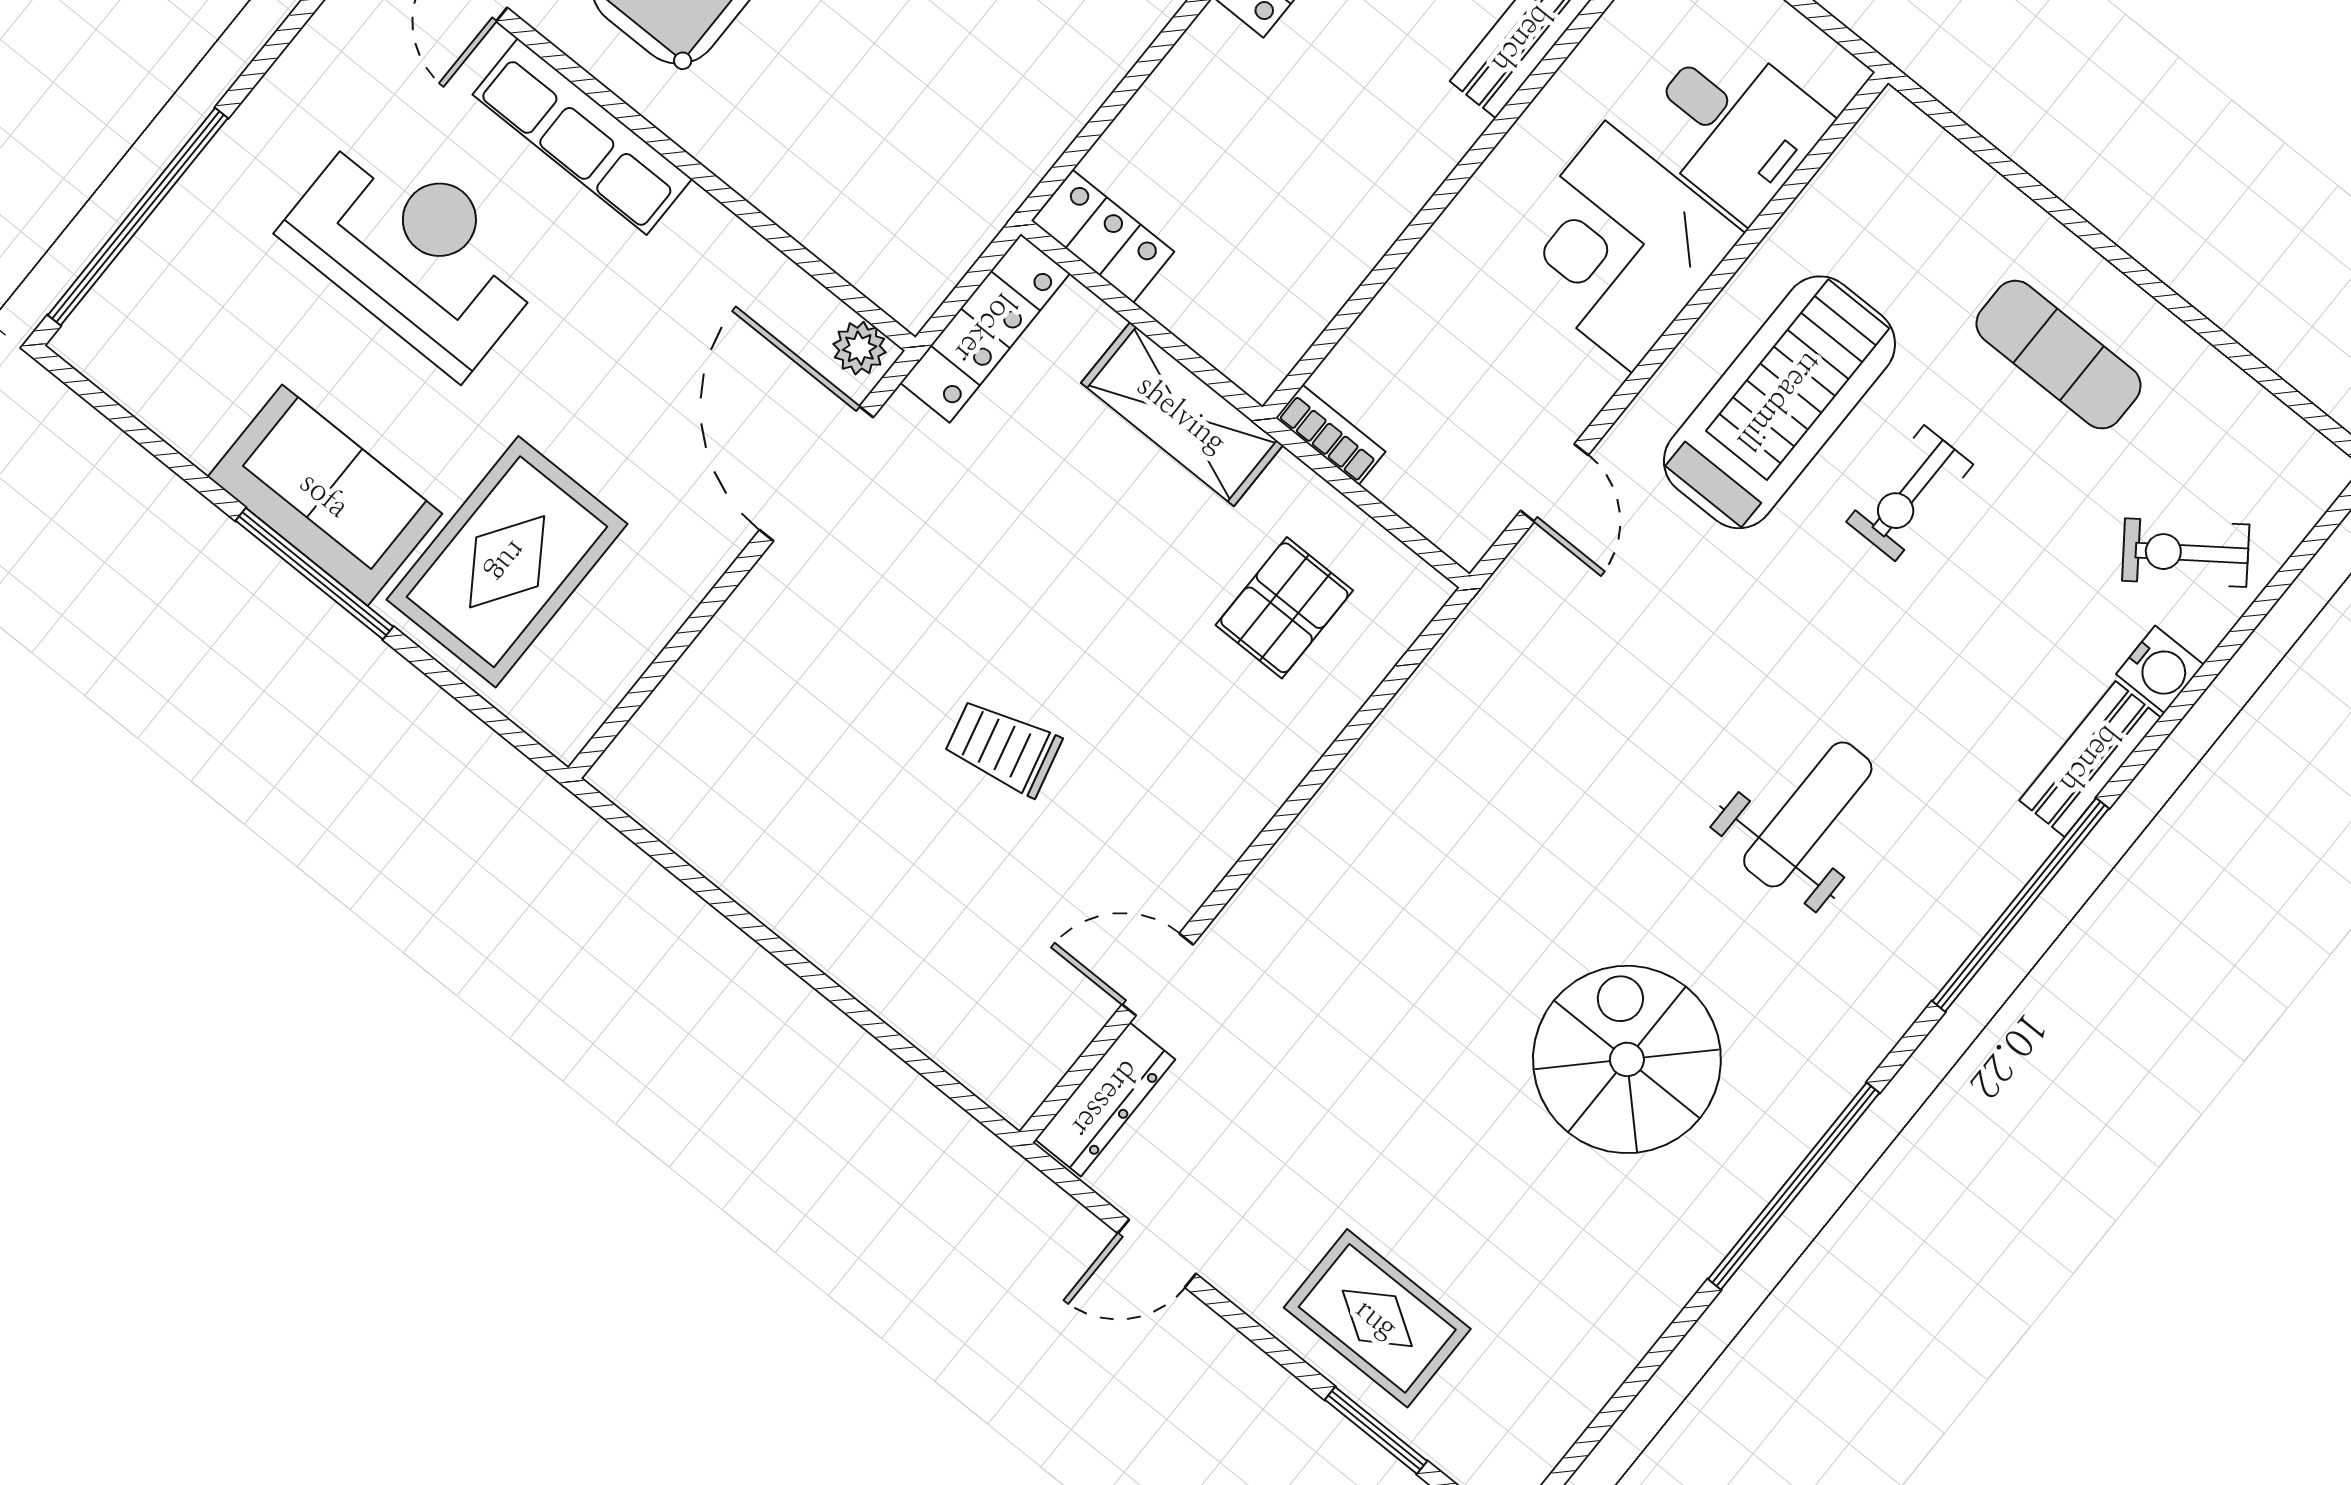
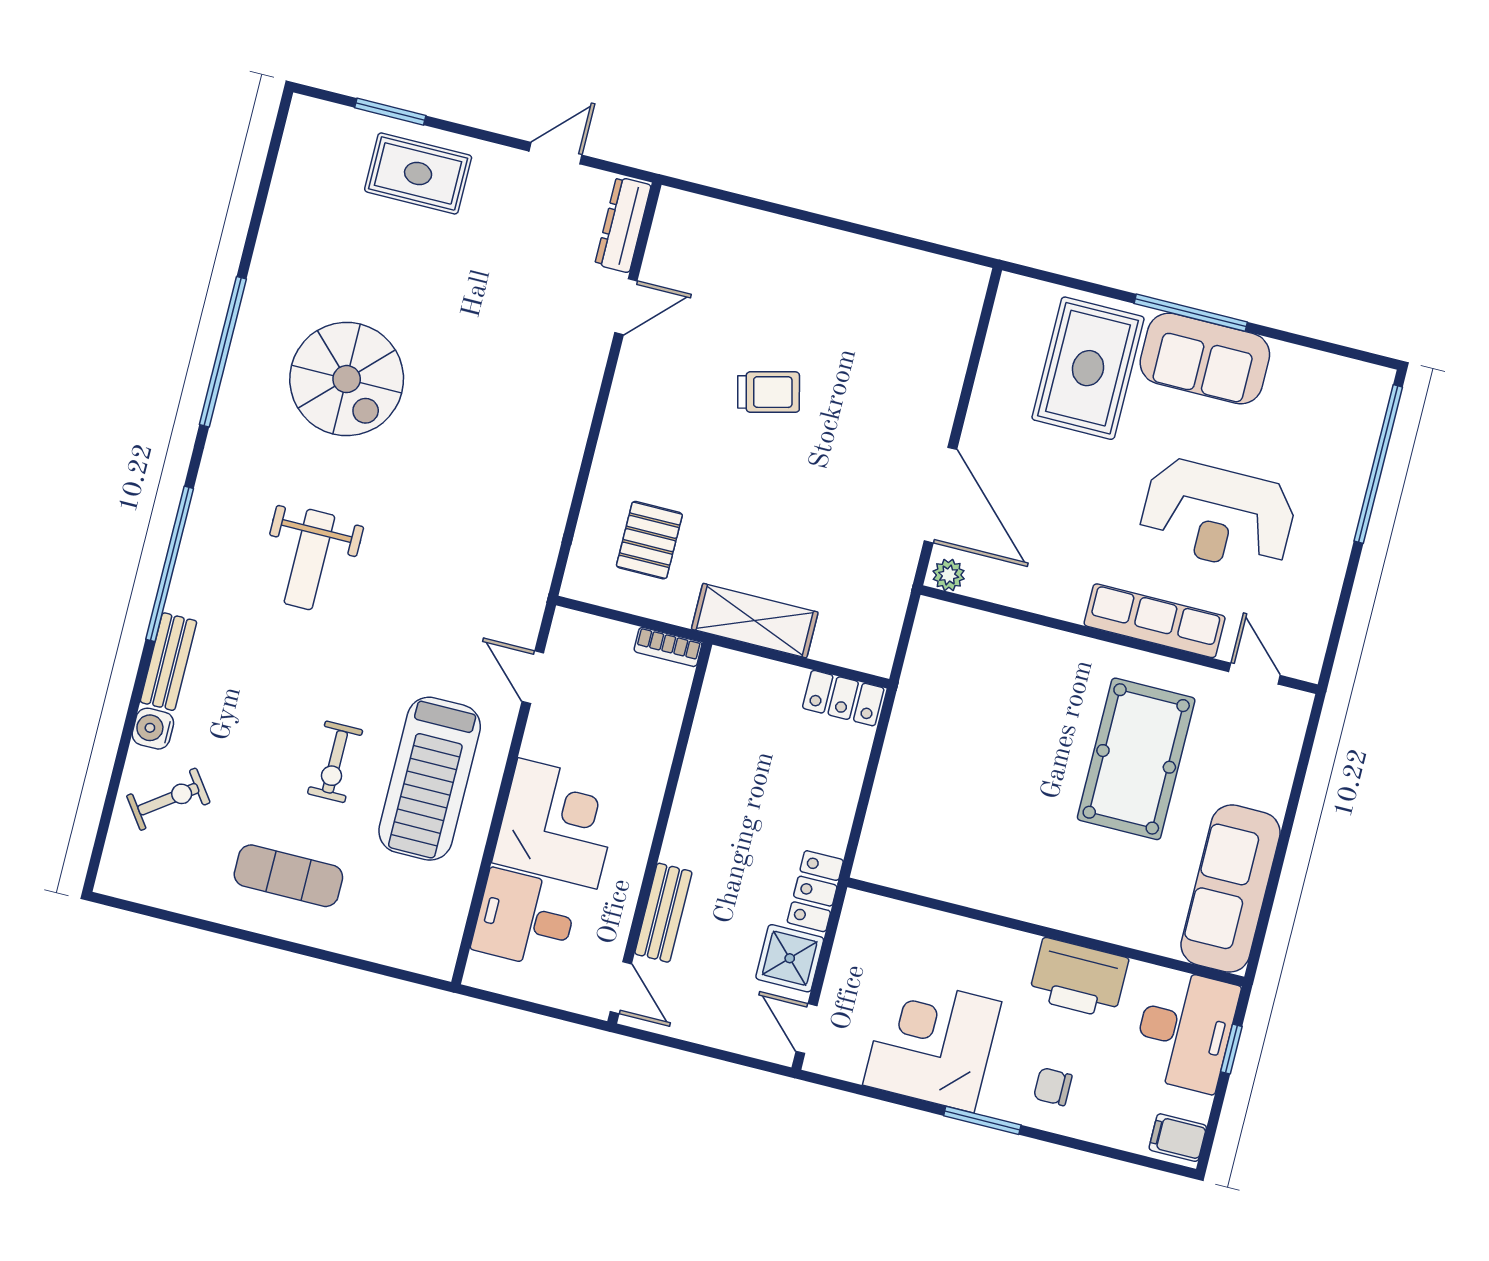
locker: (985, 328) -> (885, 618), removed
exercise bike: (1910, 493) -> (335, 762), turned 180

